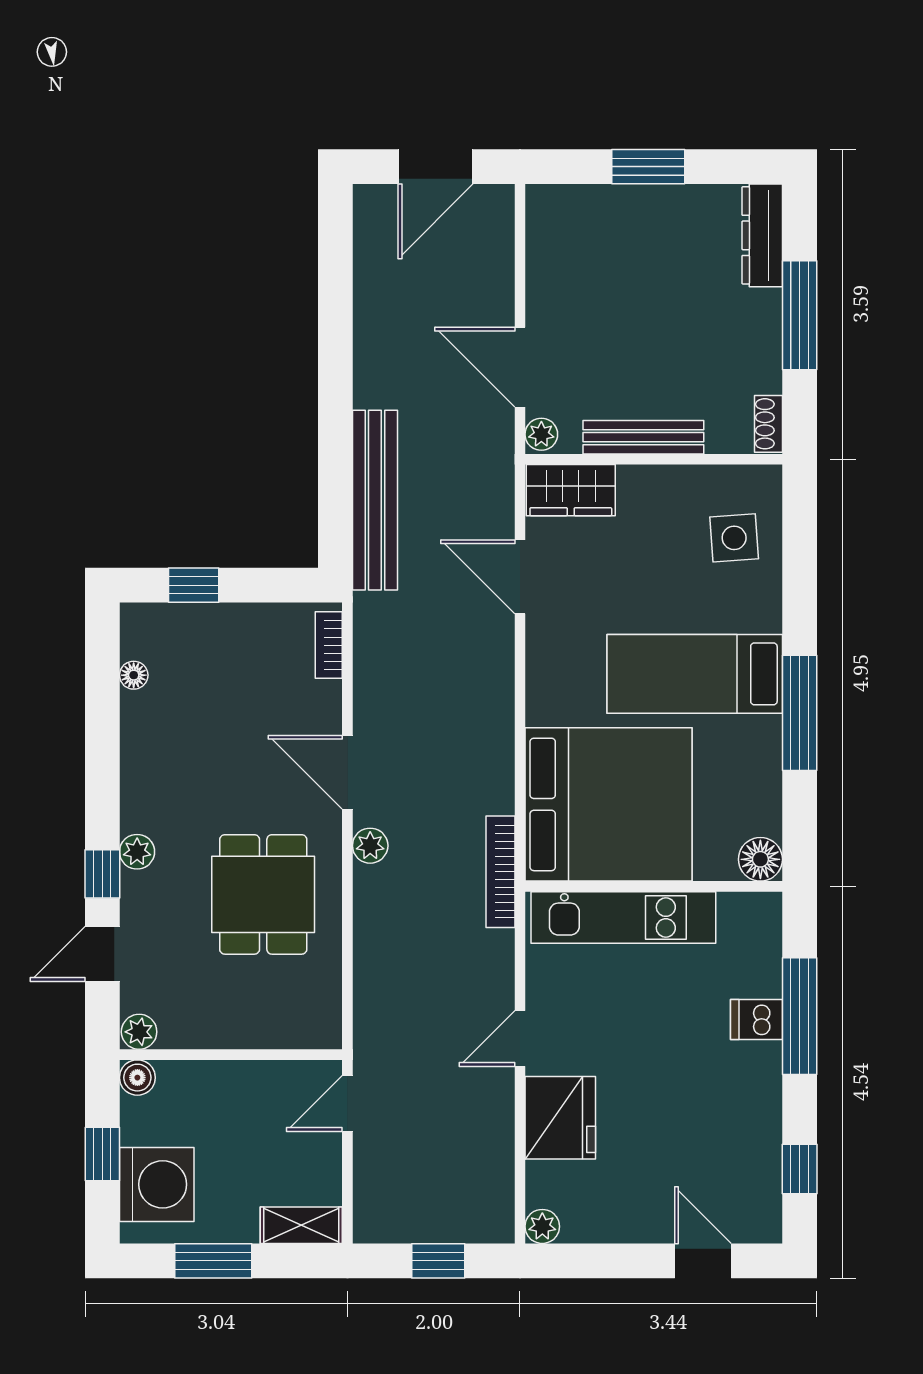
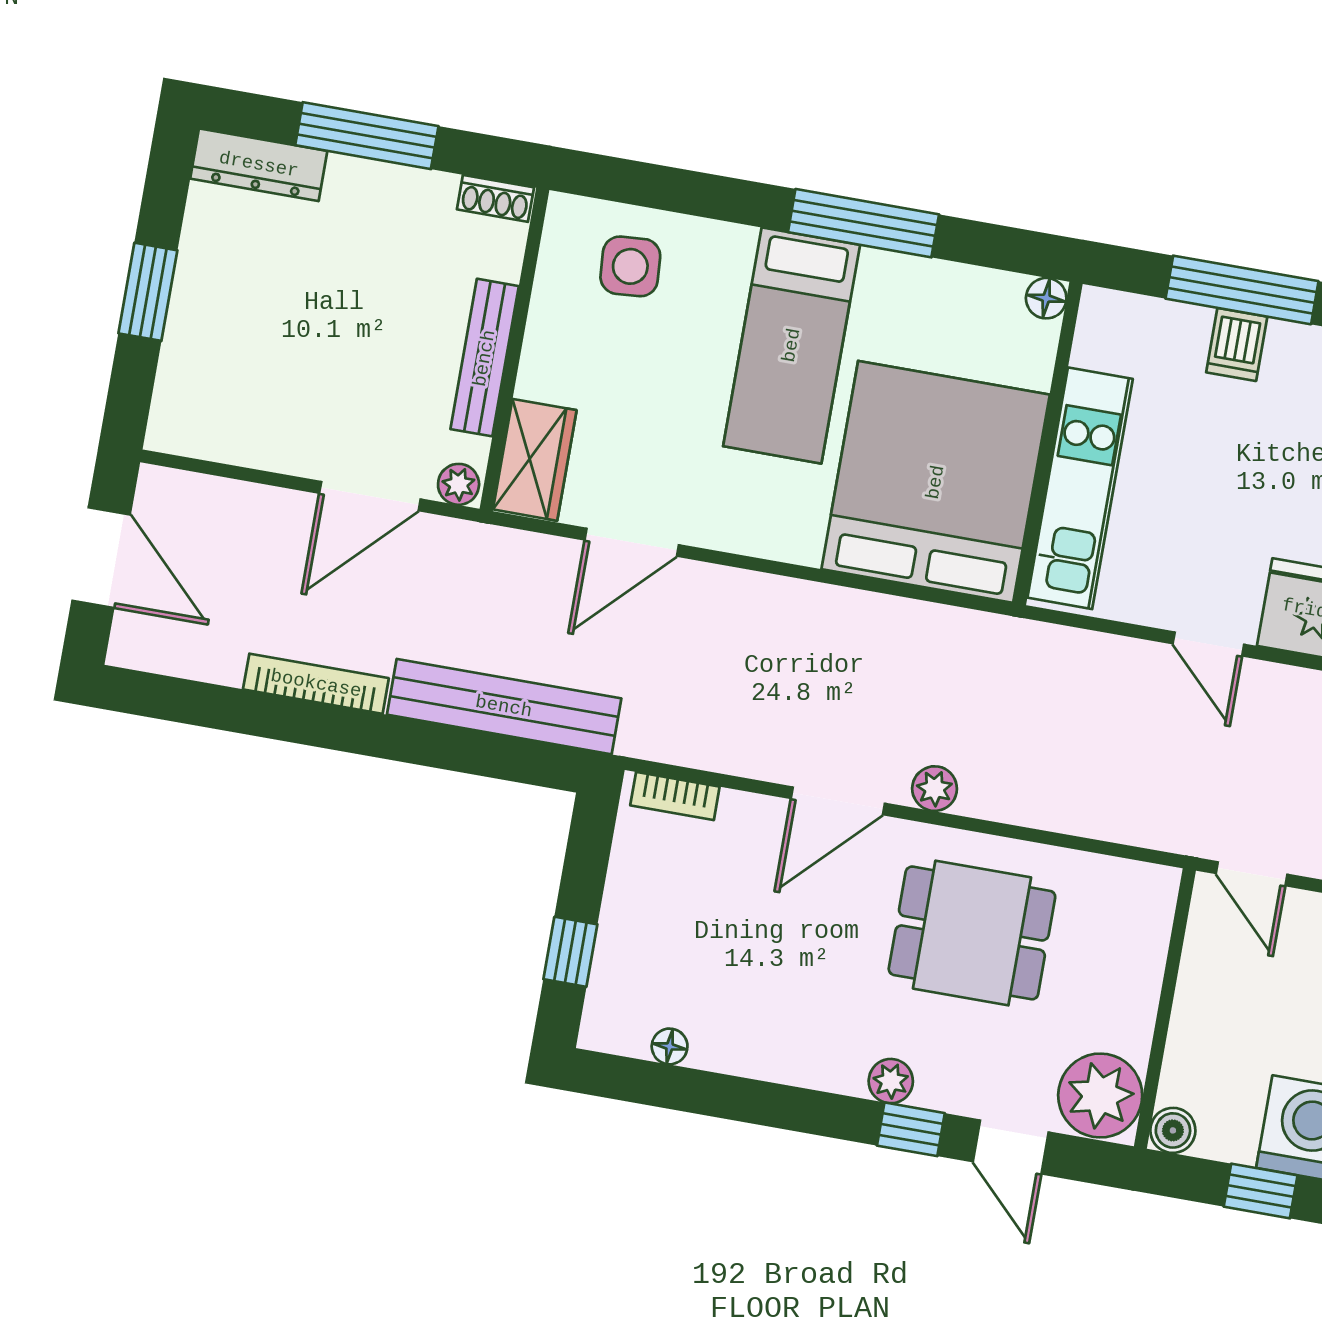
floor lamp: (760, 859) -> (1046, 298), width x0.73, depth x0.73
bookcase: (500, 872) -> (316, 684), moved, turned 180
plant: (139, 1032) -> (1100, 1096), width x1.88, depth x1.88

